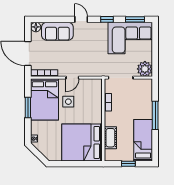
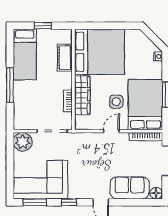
wardrobe: (96, 107) -> (82, 95), added

